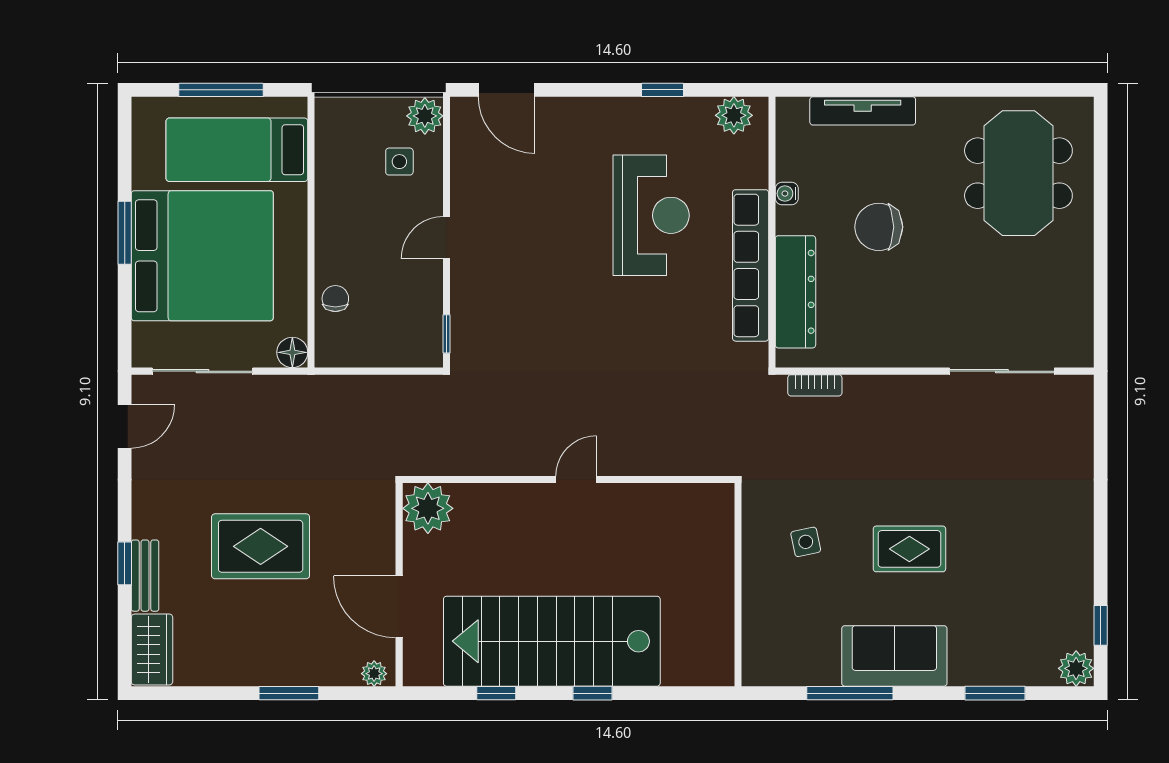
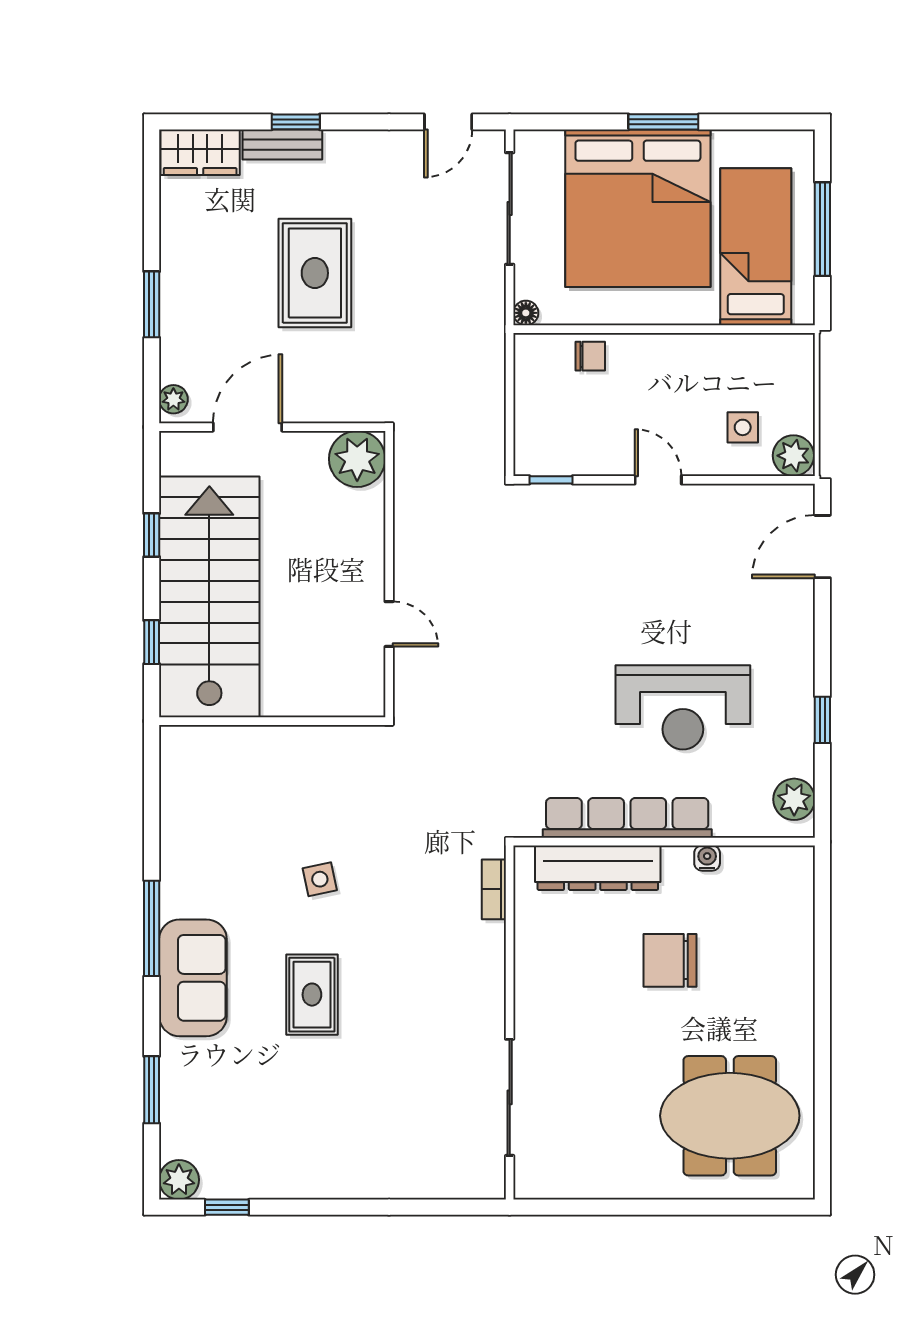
tv unit: (863, 111) -> (799, 943), removed
chair: (879, 227) -> (670, 960), turned -90
floor lamp: (292, 352) -> (526, 313), width x0.73, depth x0.73
door: (125, 426) -> (448, 122), hinge flipped
wall: (738, 585) -> (272, 721), moved

